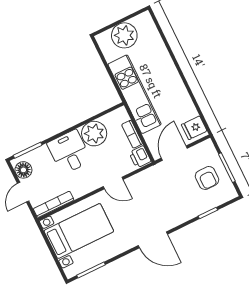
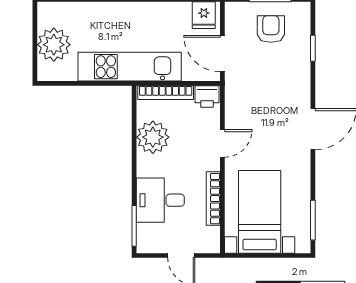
bookcase: (132, 134) -> (166, 93), width x1.56
desk: (69, 152) -> (160, 200), moved
floor lamp: (23, 170) -> (155, 242), removed
armchair: (207, 178) -> (271, 29), turned -90
bookcase: (54, 204) -> (213, 199), moved

